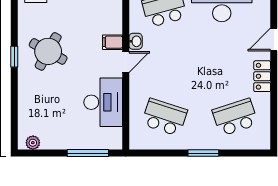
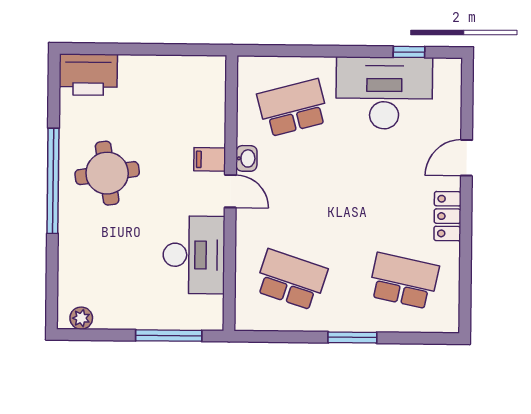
round table: (48, 51) -> (107, 173), turned -38
window: (14, 57) -> (53, 181), width x3.17
door: (126, 62) -> (230, 191), hinge flipped
school desk: (235, 117) -> (404, 281), turned 30

